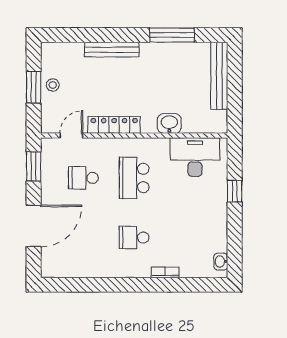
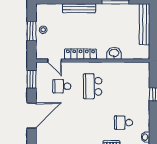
door: (71, 136) -> (54, 61), swing flipped
desk: (195, 157) -> (130, 74), removed
school desk: (134, 238) -> (123, 123), moved

